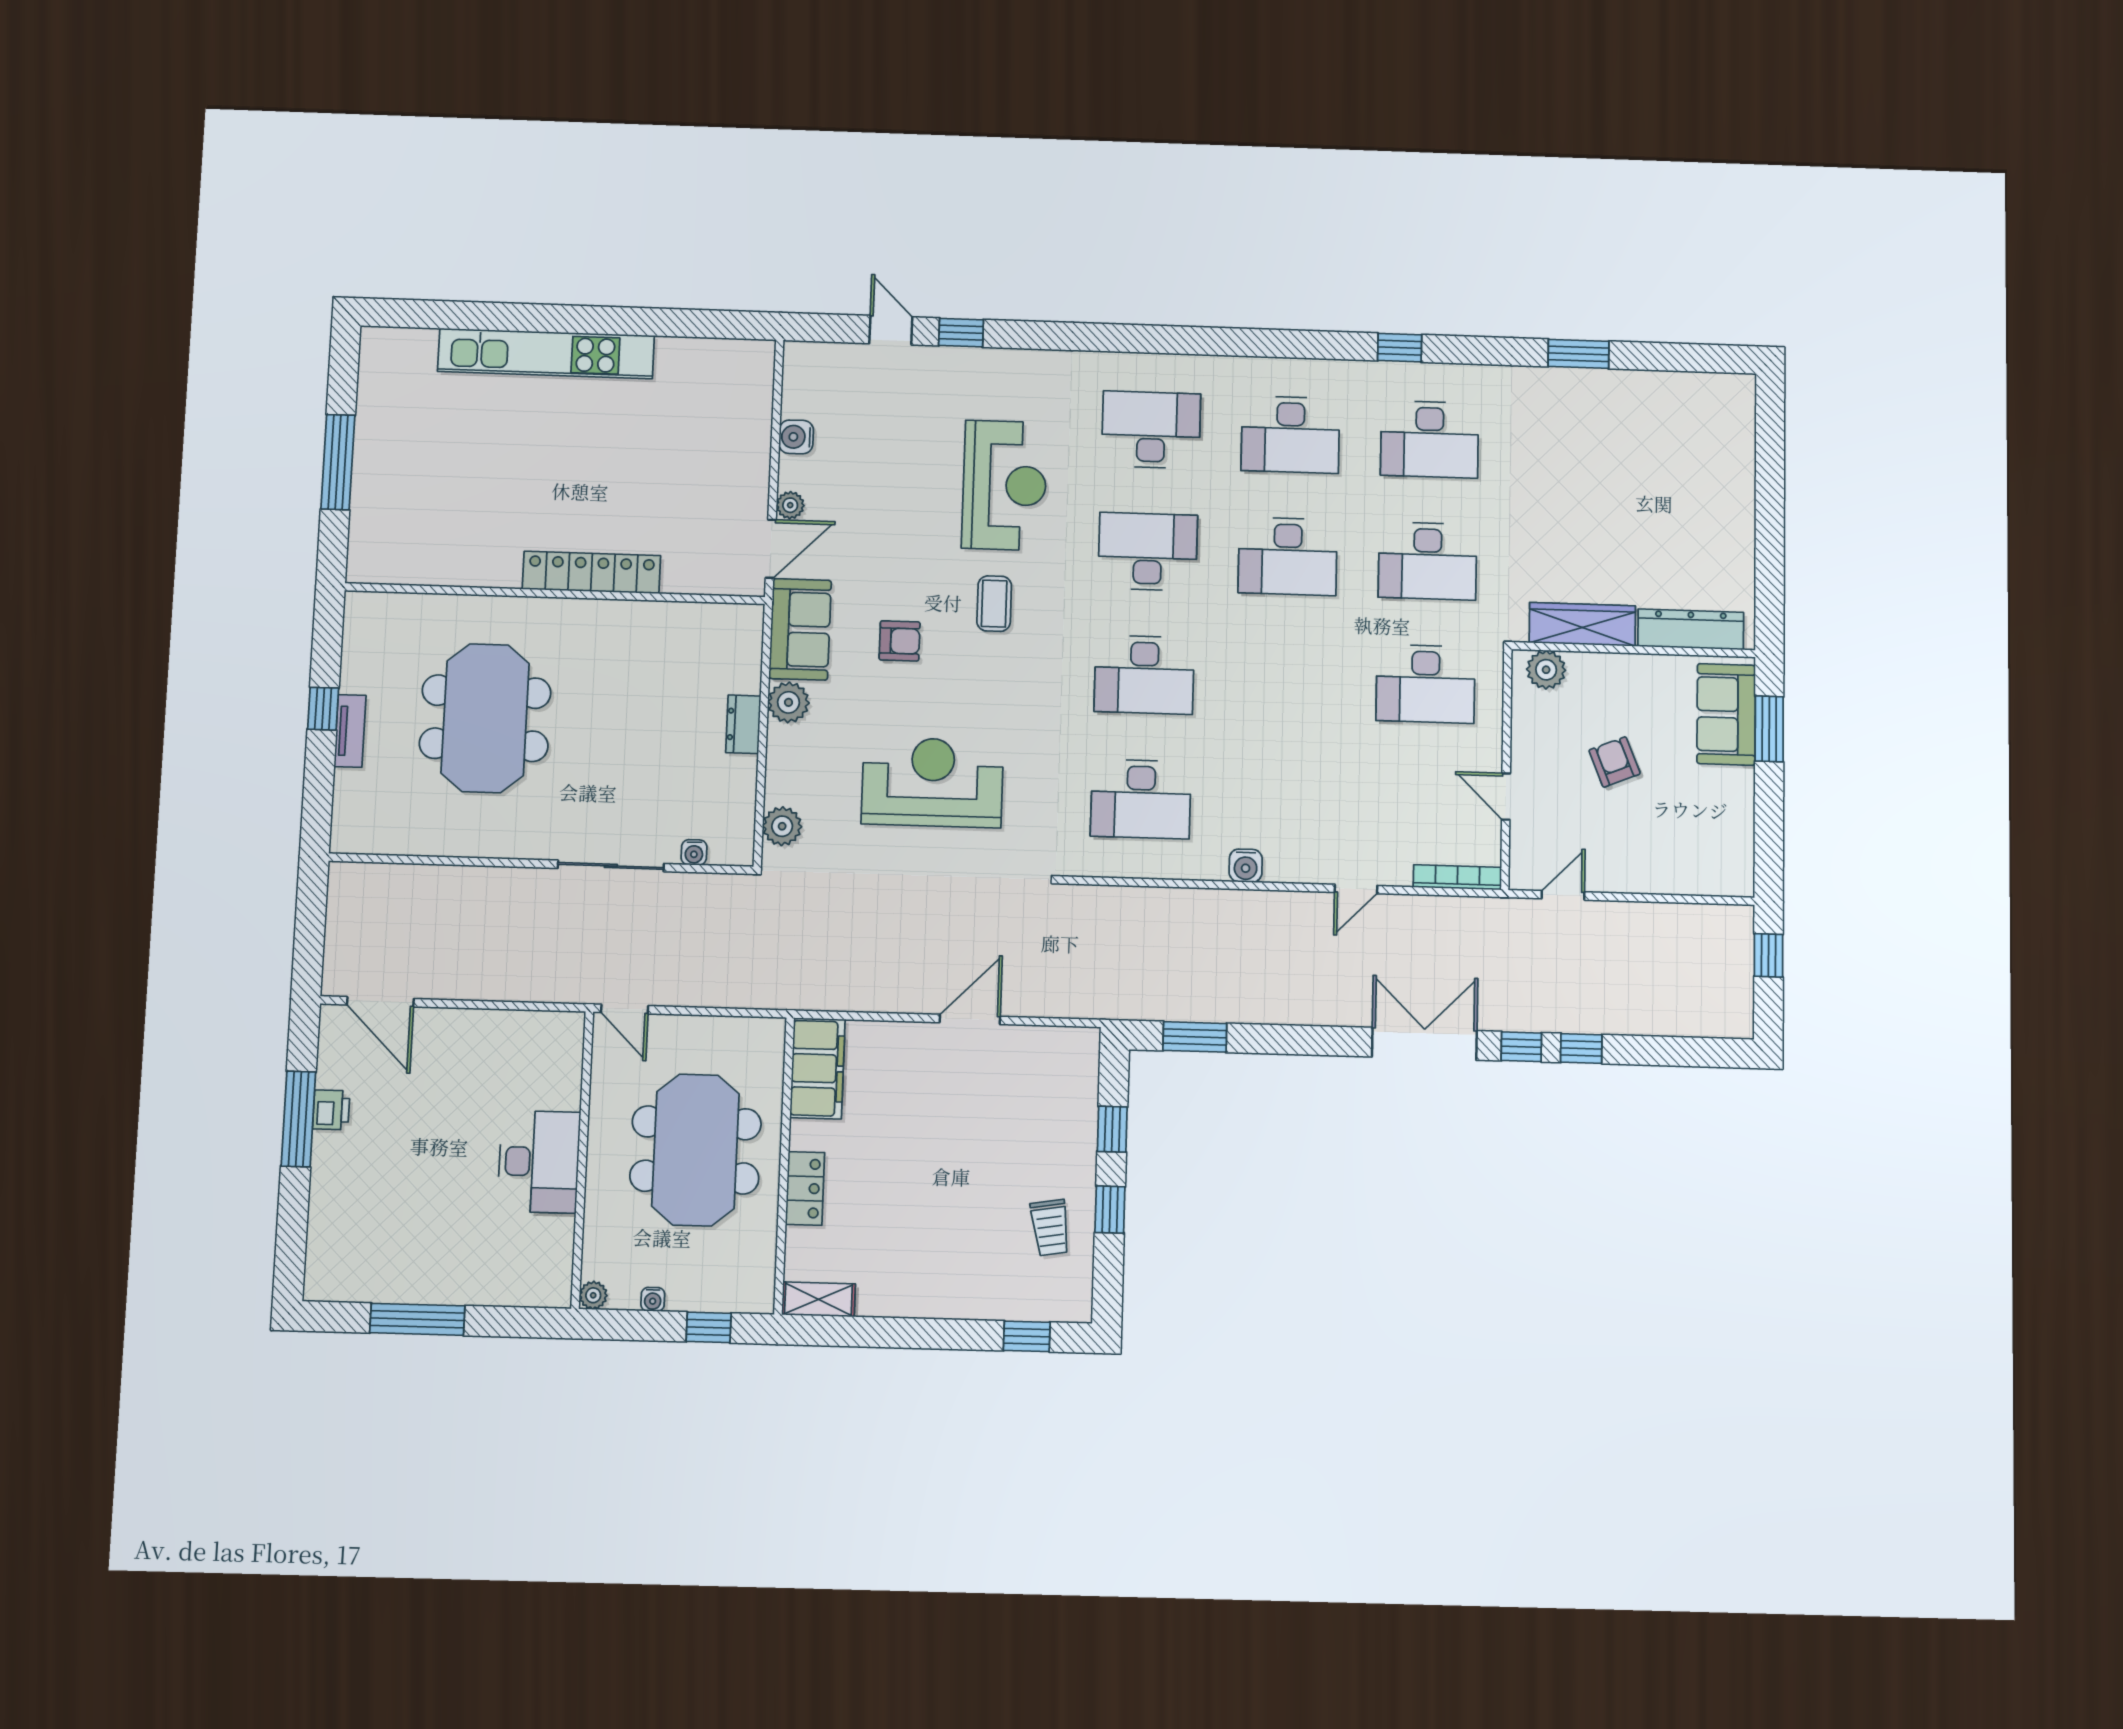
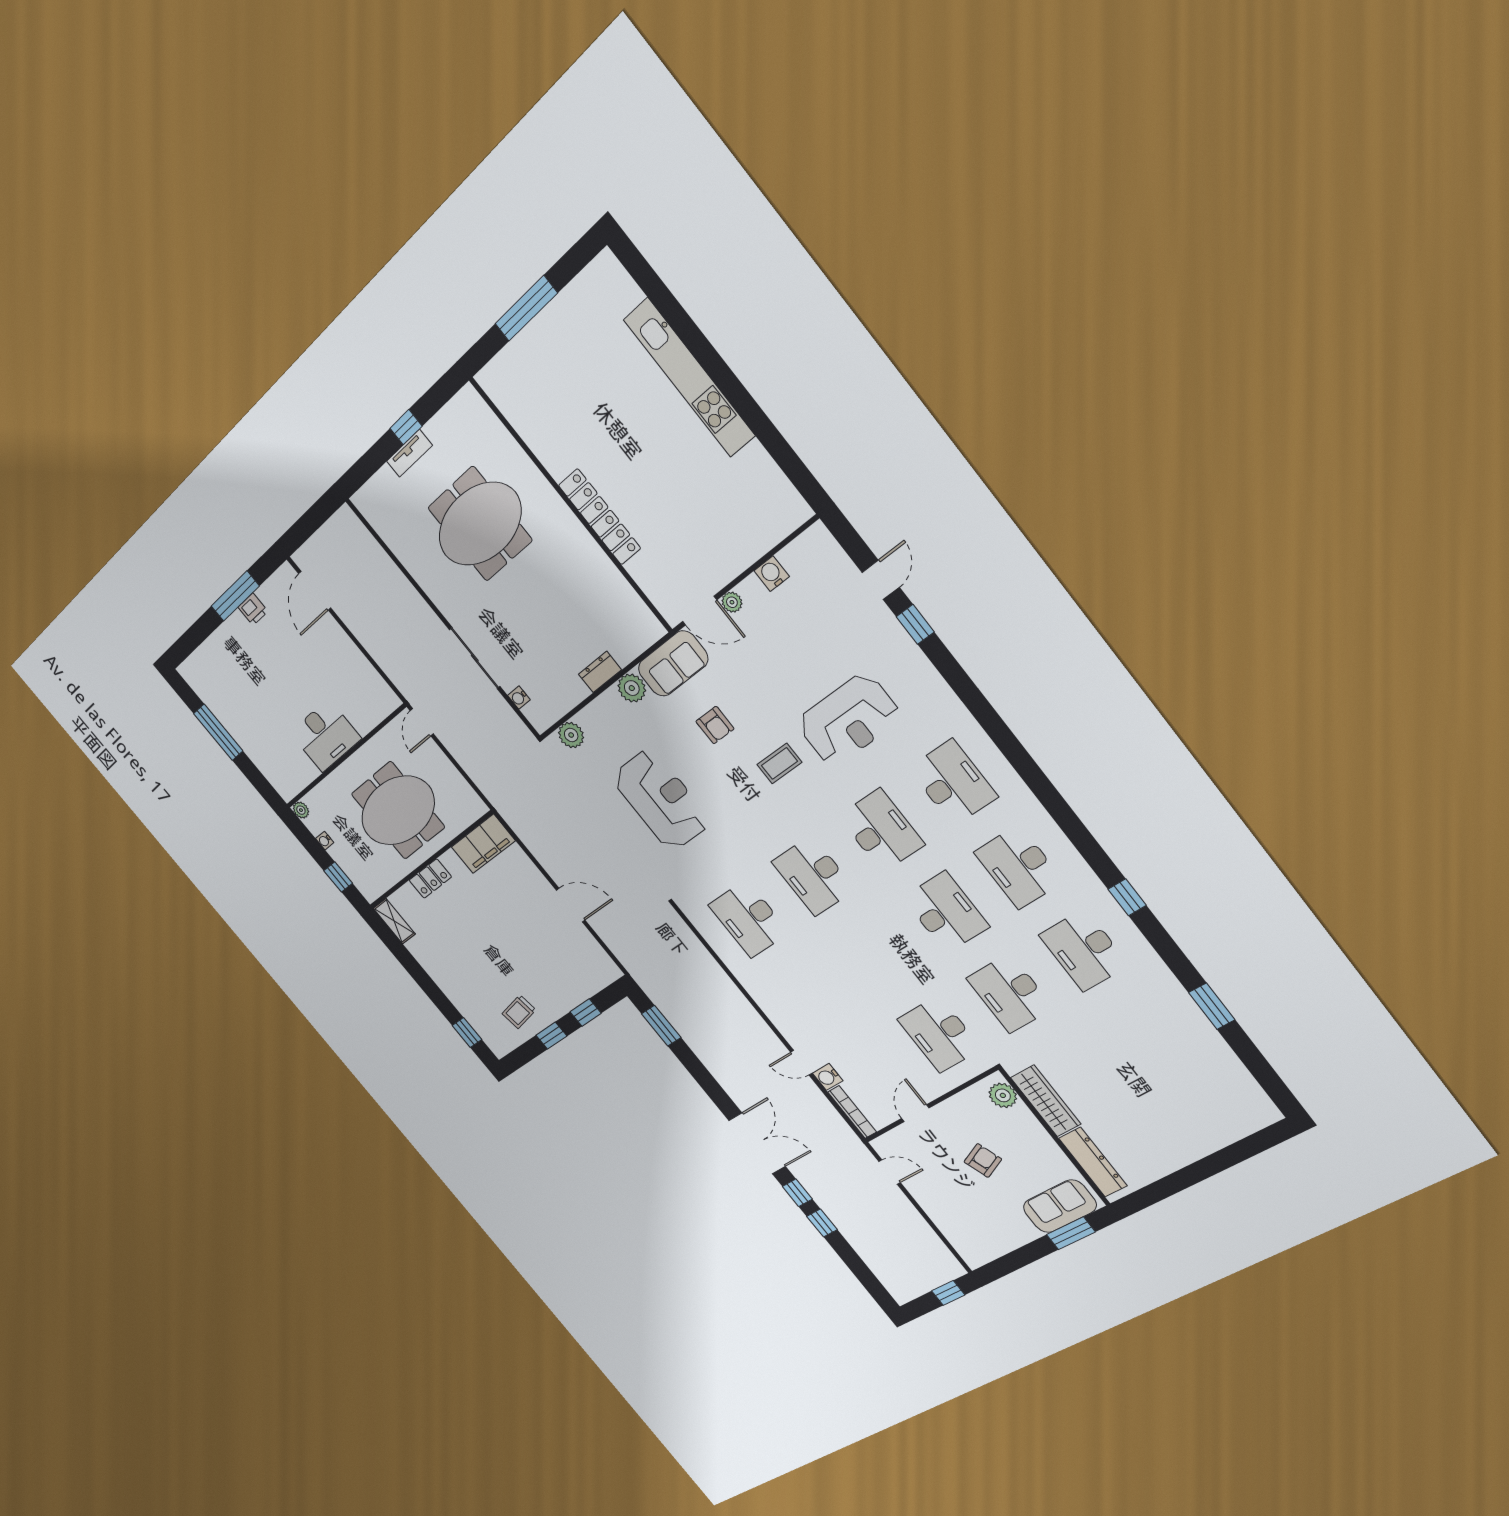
desk: (1288, 556) -> (946, 912), turned 180
water cooler: (1246, 866) -> (828, 1077), moved

